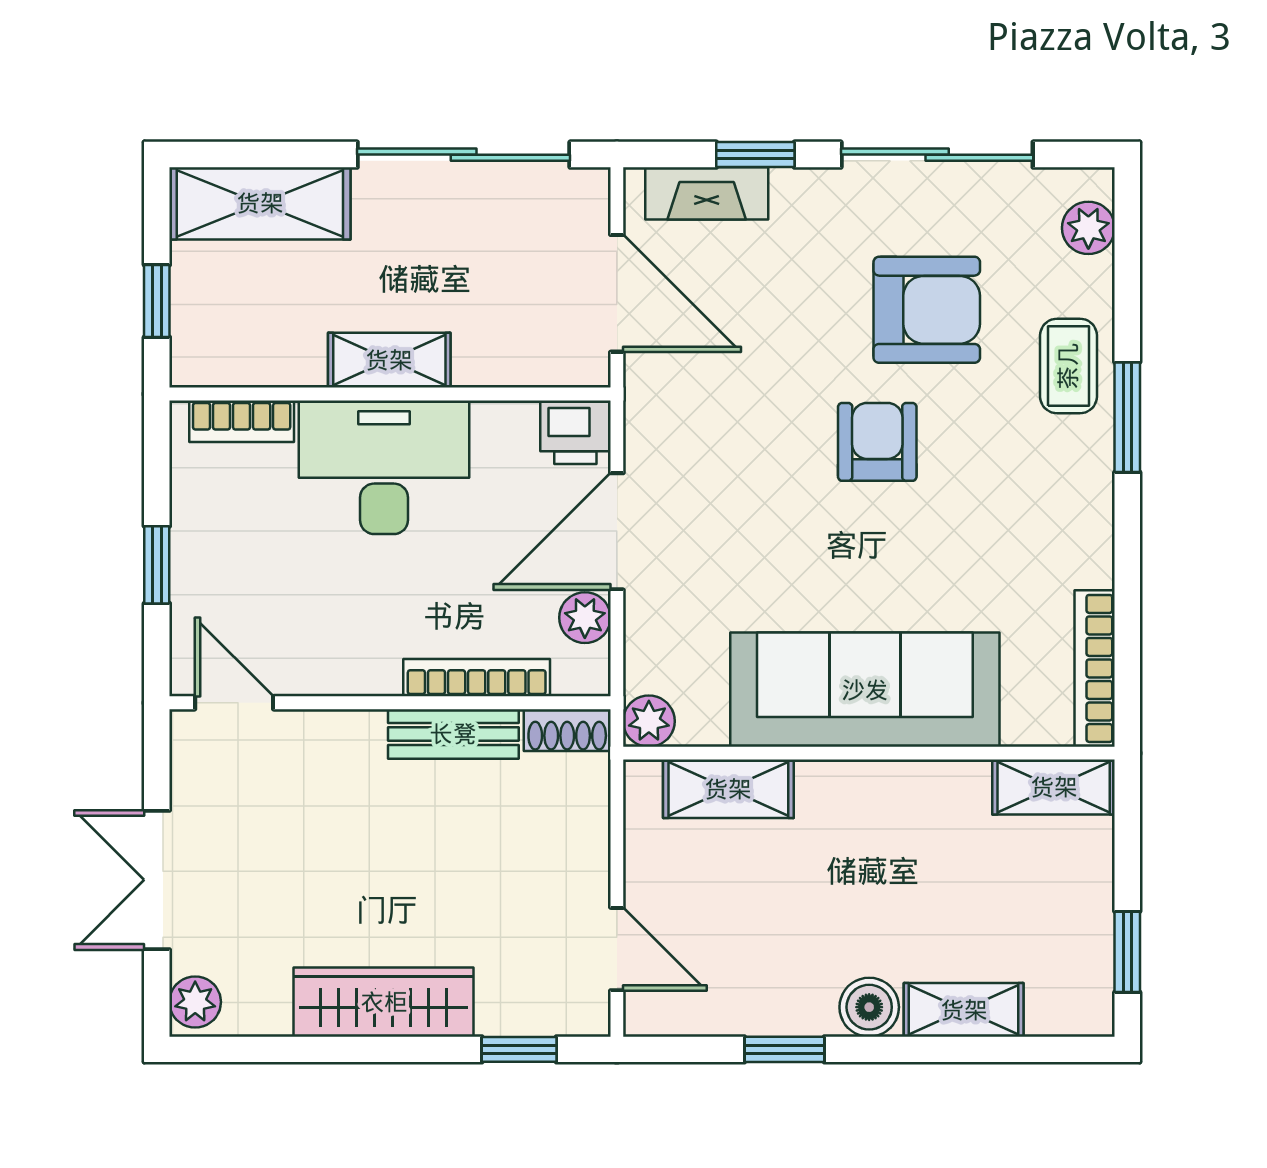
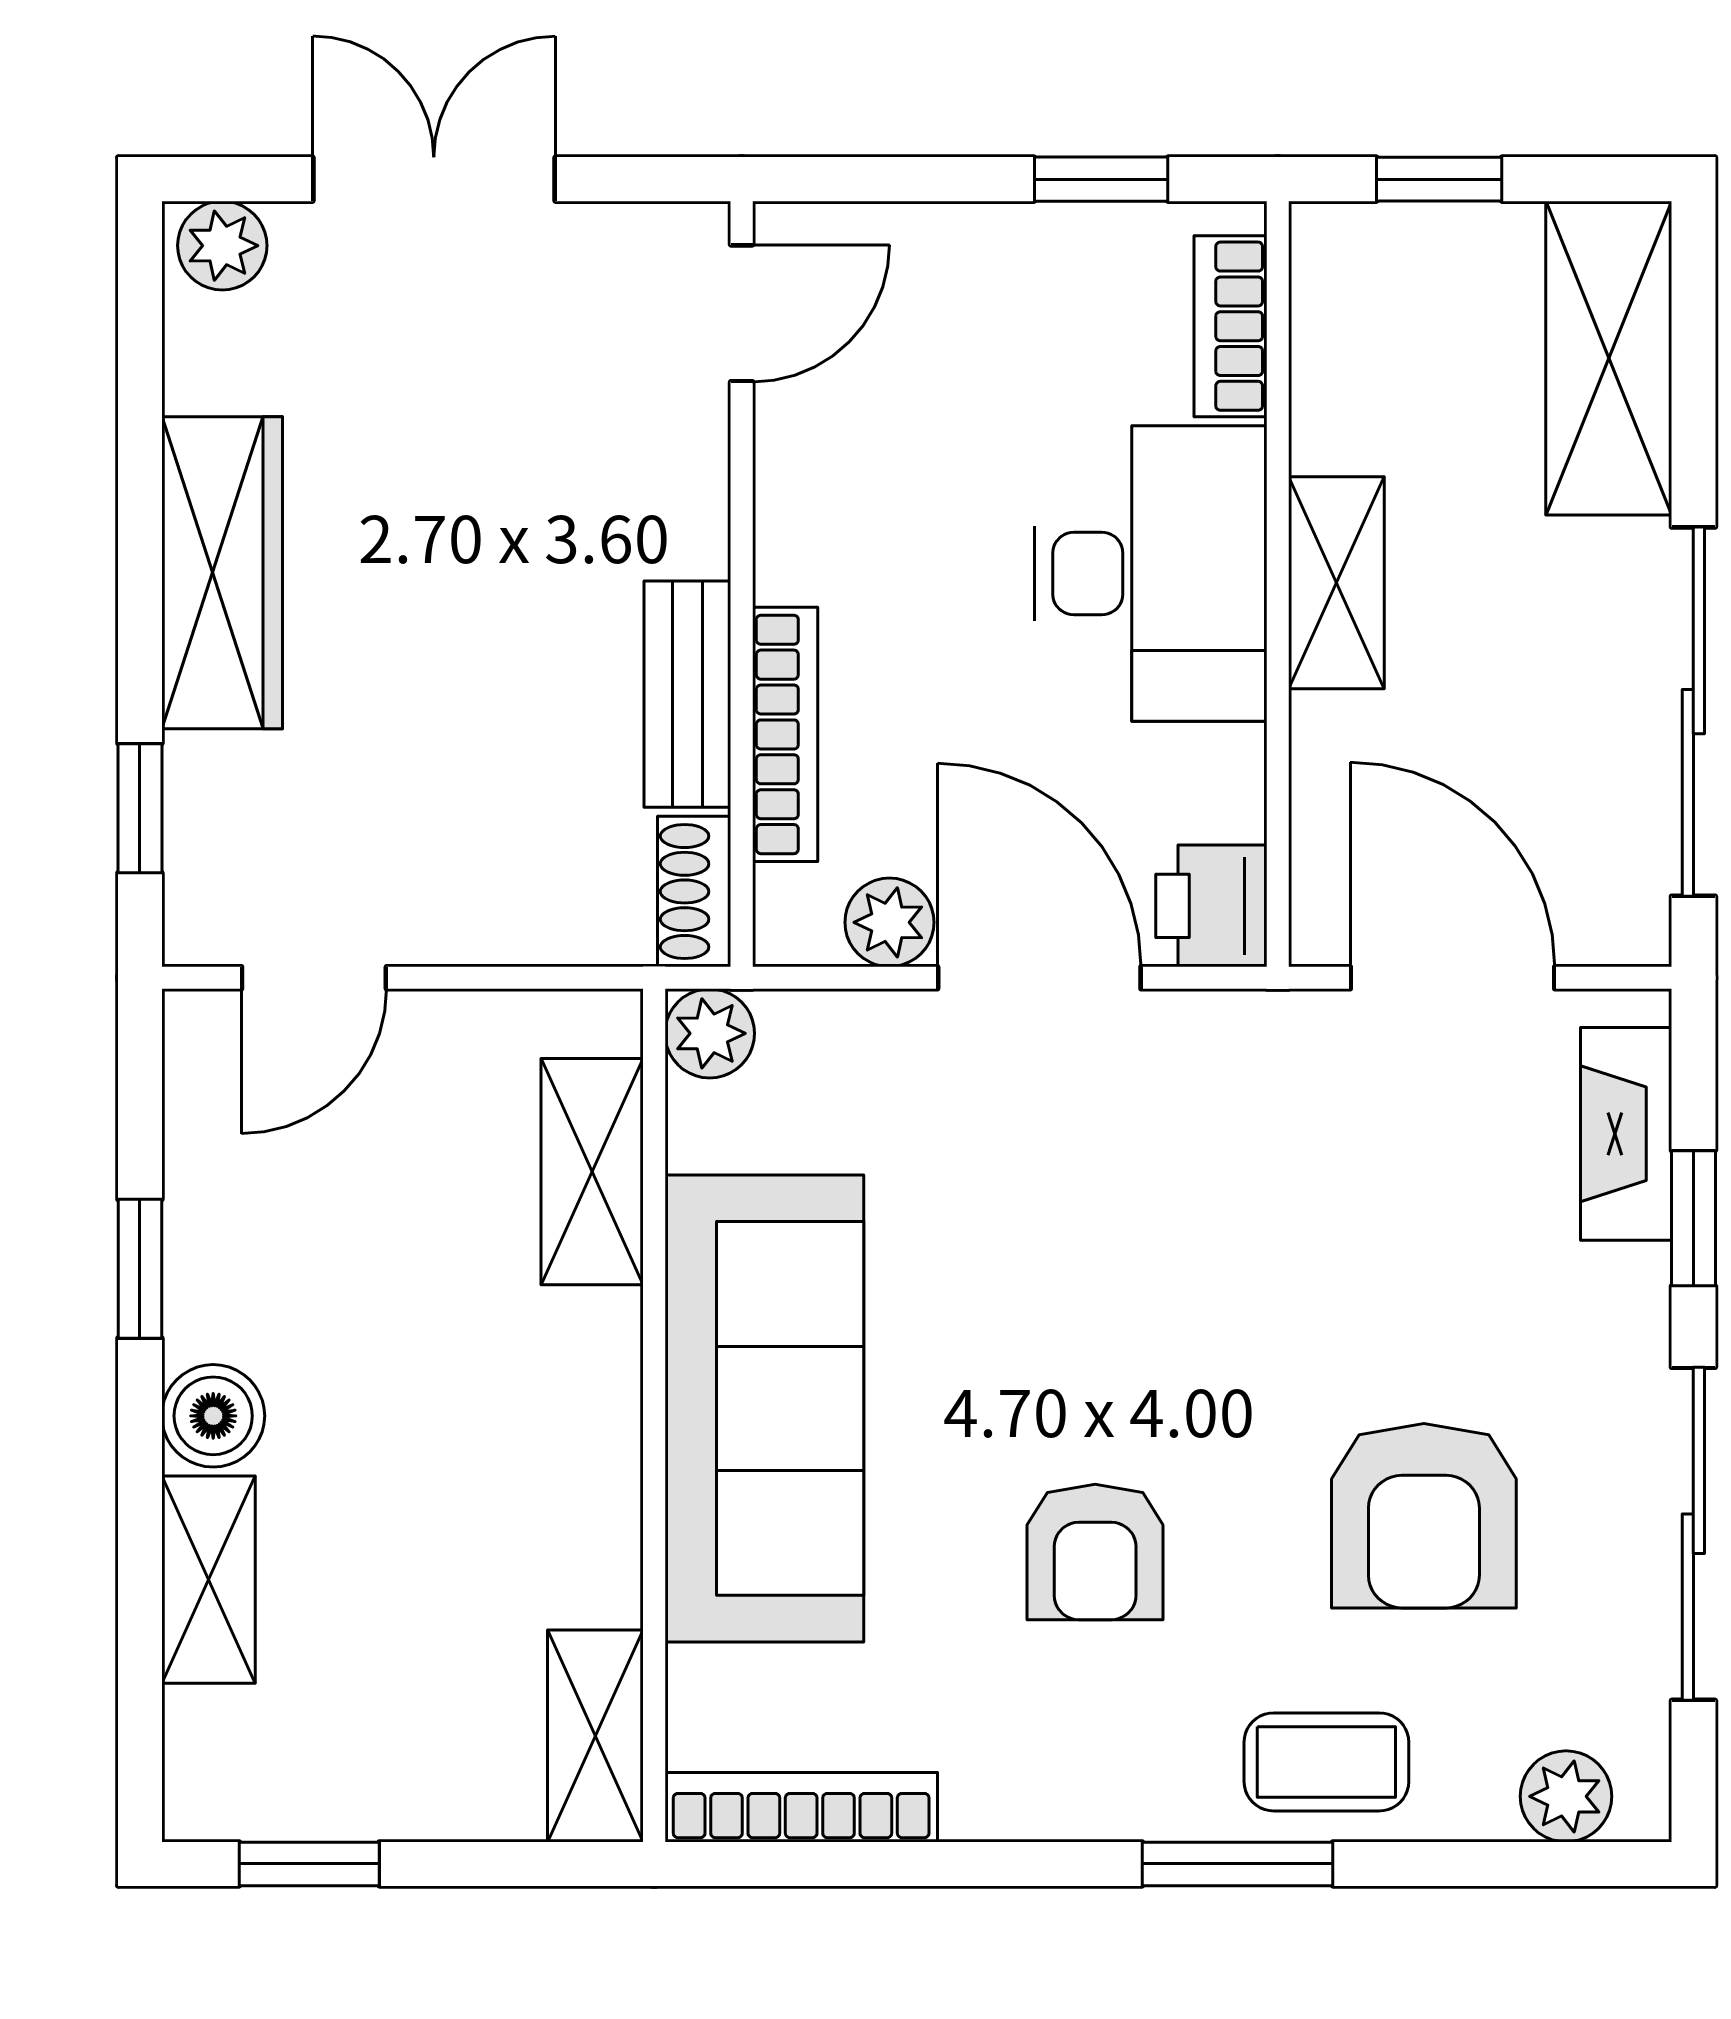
door: (617, 293) -> (1453, 978), swing flipped
armchair: (877, 442) -> (1095, 1552), moved, turned 90
window: (157, 565) -> (1101, 179), moved

